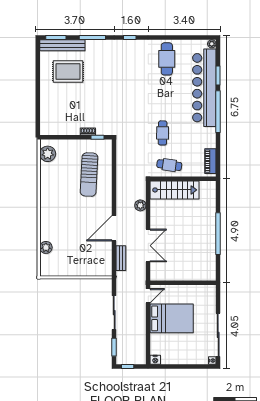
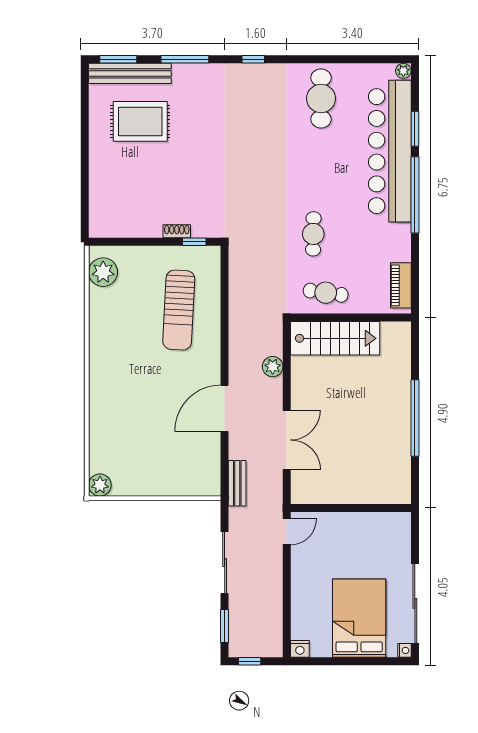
plant: (46, 247) -> (100, 485), moved
bench: (121, 258) -> (237, 483), moved
bed: (172, 318) -> (359, 618), moved, turned -90

